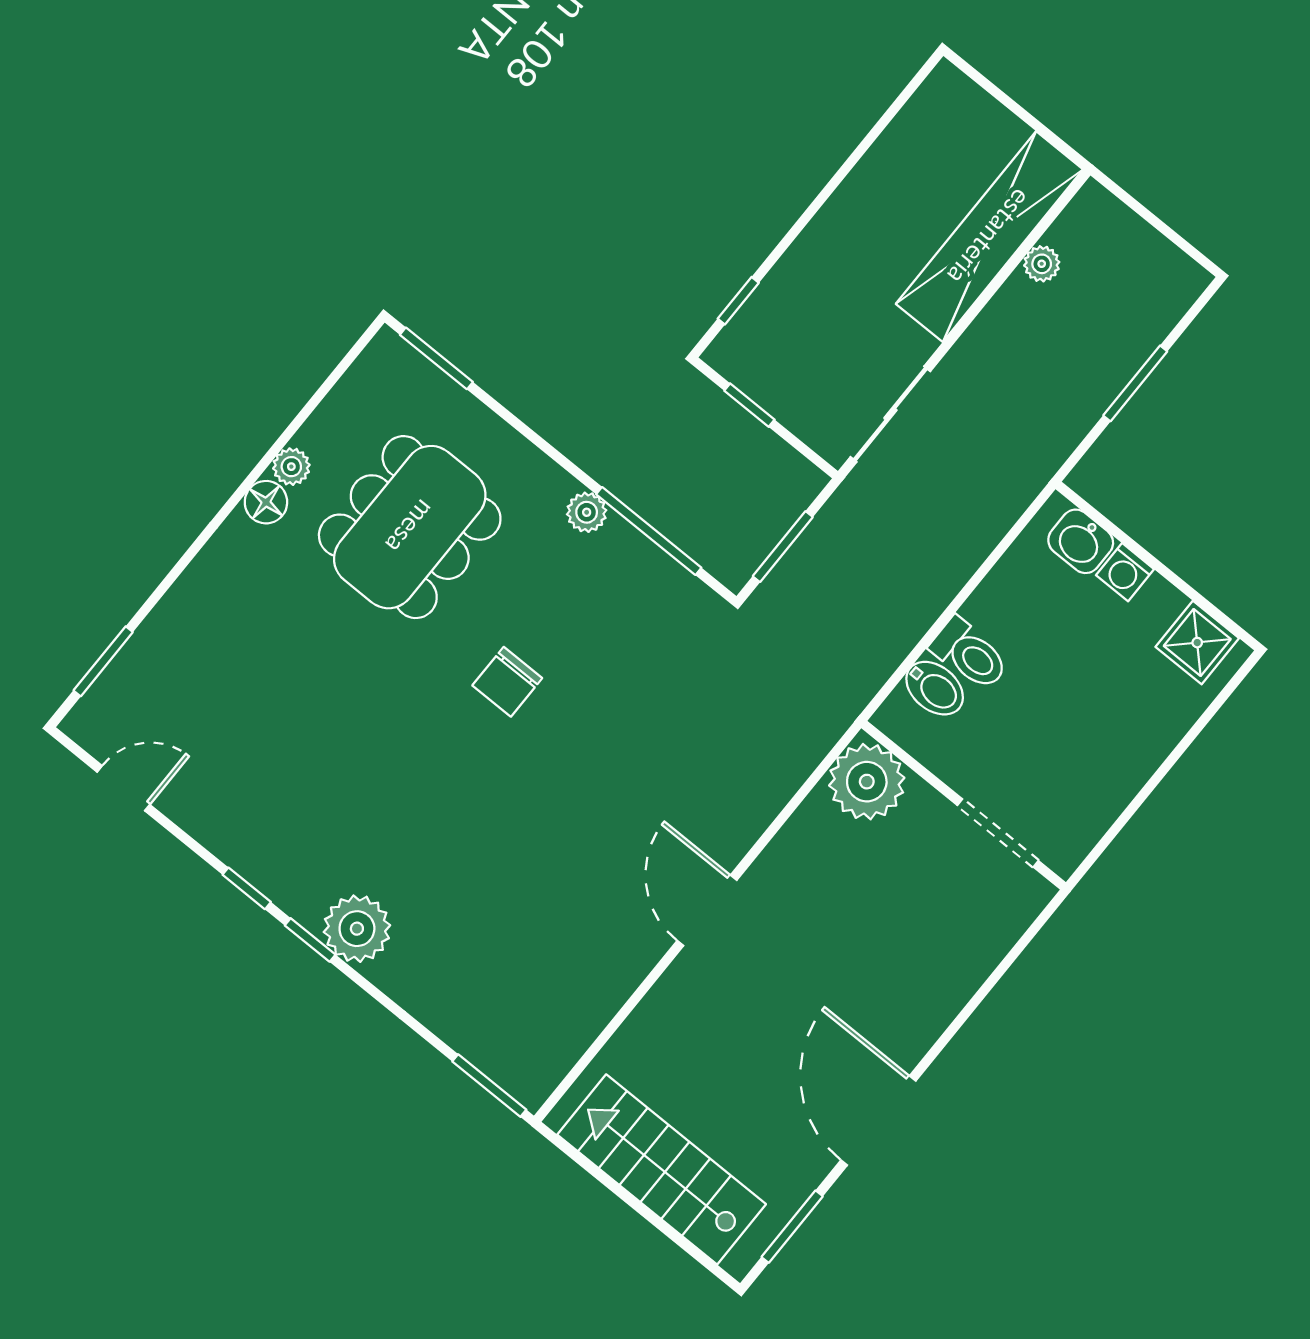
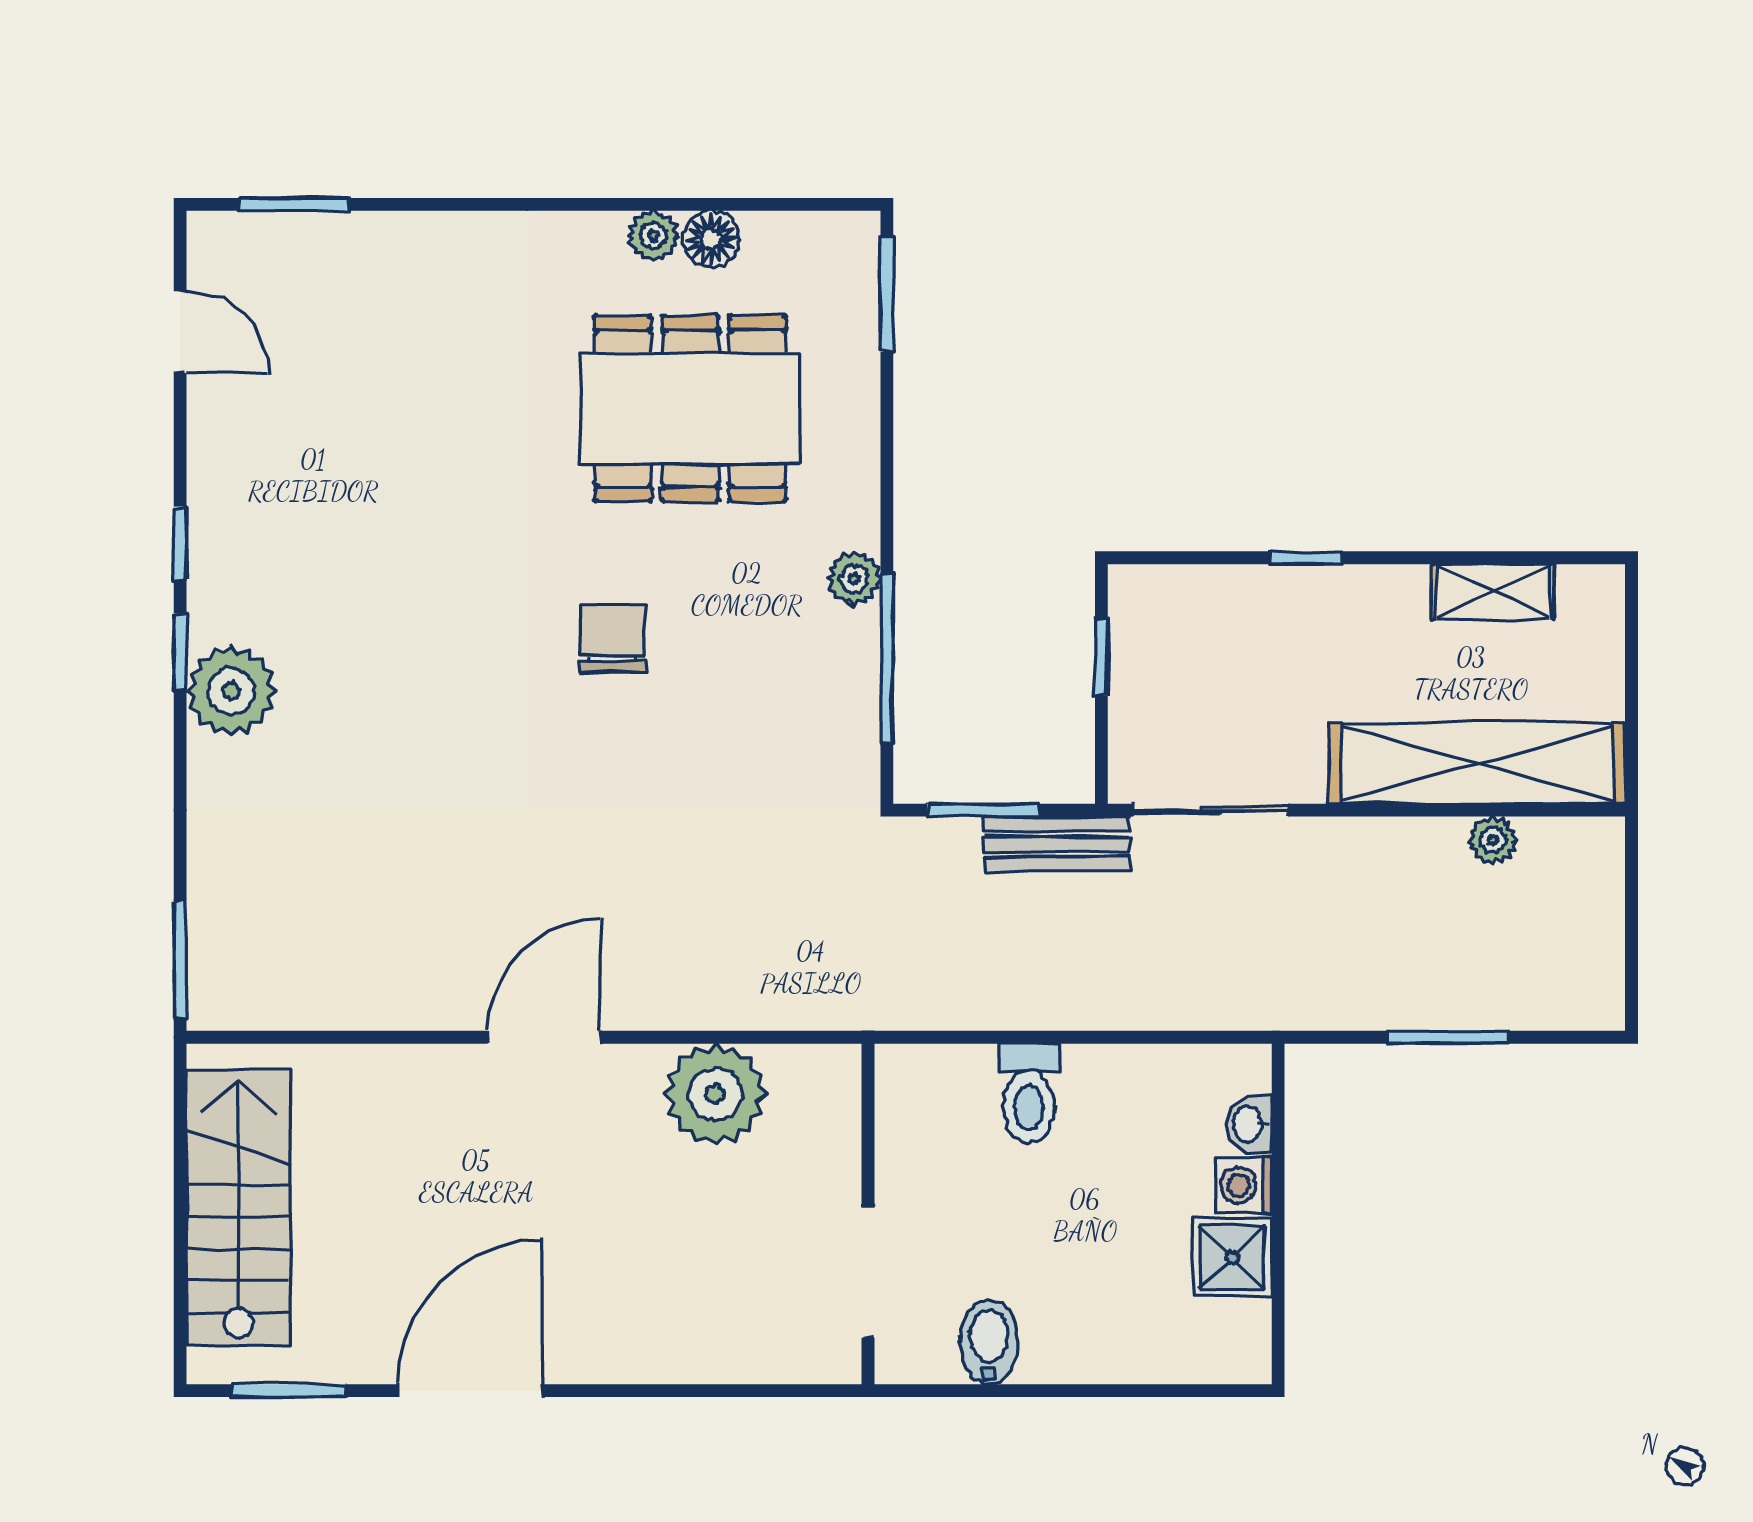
shelving: (897, 146) -> (1493, 592), added
window: (738, 301) -> (1306, 558), moved
floor lamp: (266, 502) -> (711, 239), moved
bench: (837, 520) -> (1057, 844), added
washbasin: (1081, 541) -> (1249, 1124), width x0.72, depth x0.69
shower: (1197, 643) -> (1232, 1258), moved
chair: (507, 682) -> (612, 639), turned 90
bidet: (935, 688) -> (989, 1342), moved, turned 180
plant: (867, 782) -> (715, 1094), moved

